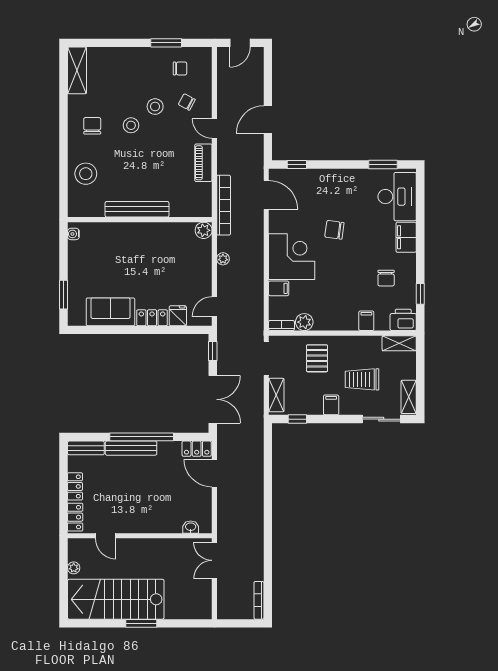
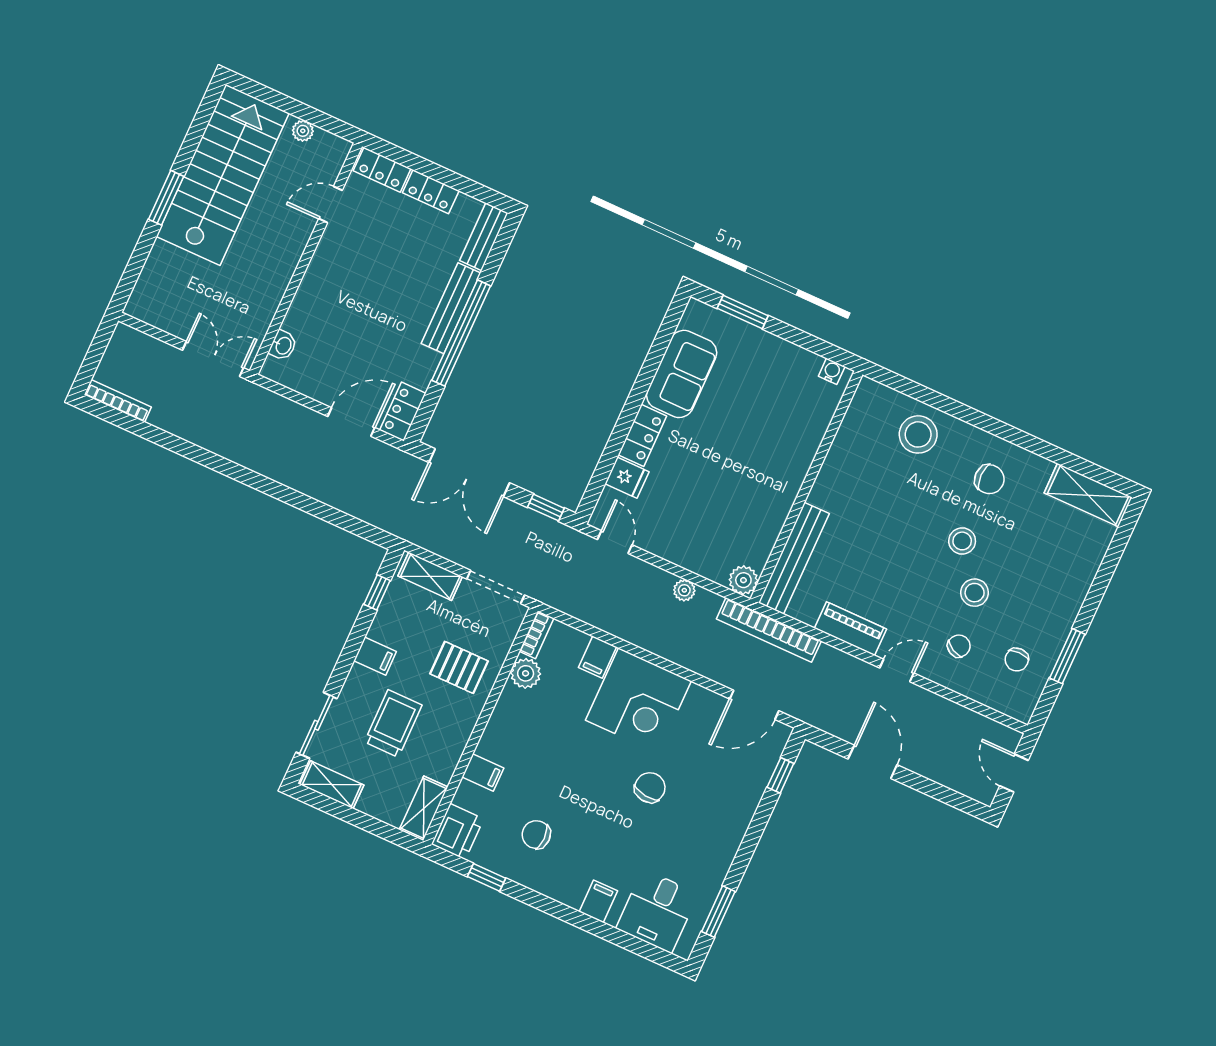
desk: (397, 197) -> (657, 911), width x0.73
bench: (137, 209) -> (794, 558), moved
filing cabinet: (406, 237) -> (598, 901), width x0.50

